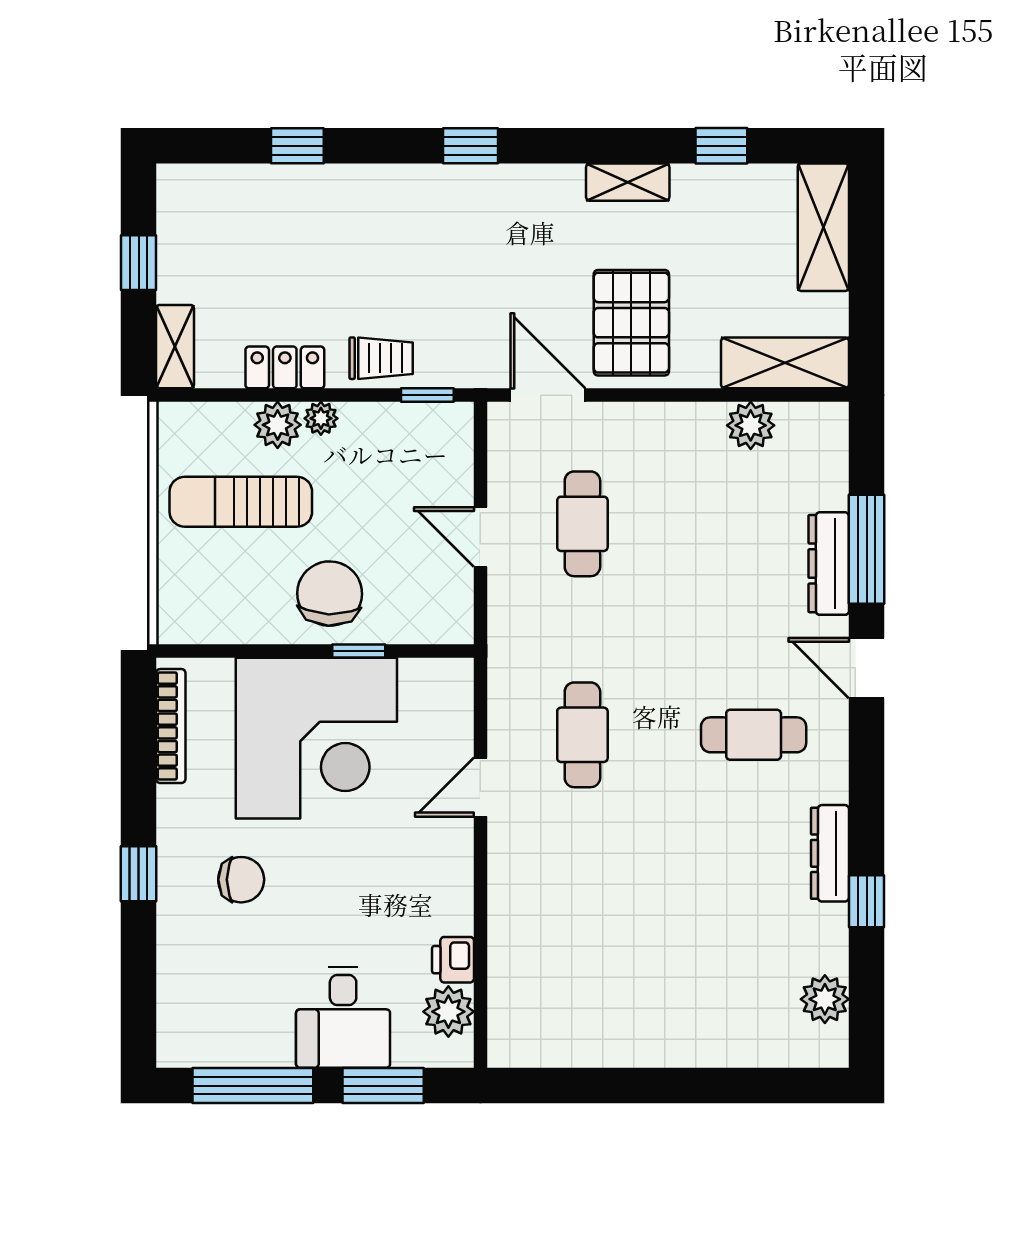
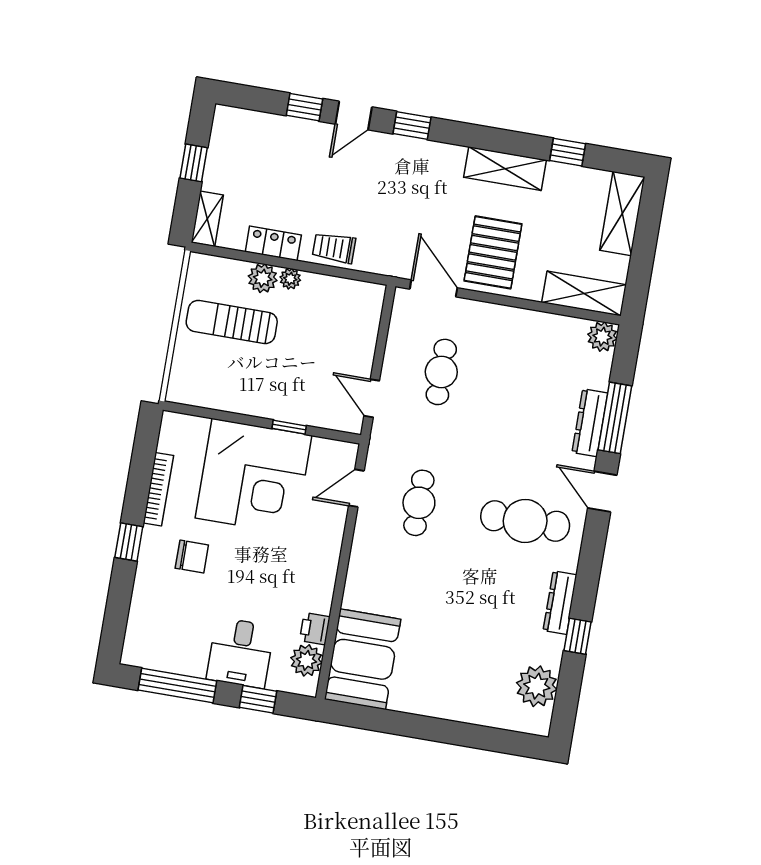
door: (376, 146) -> (354, 116), added
shelving: (628, 182) -> (505, 169), width x1.50, depth x1.33
trolley: (381, 358) -> (334, 248), turned 180
window: (427, 395) -> (359, 276), removed
plant: (751, 425) -> (602, 337), moved
door: (480, 537) -> (372, 398), moved
chair: (330, 594) -> (277, 388), removed
bookcase: (171, 726) -> (158, 489), moved
cafe table: (754, 735) -> (525, 521), width x1.37, depth x1.35
door: (480, 787) -> (356, 488), moved
booth: (536, 995) -> (363, 659), added
plant: (825, 999) -> (537, 686), width x1.36, depth x1.36
window: (383, 1086) -> (258, 699), width x0.67

